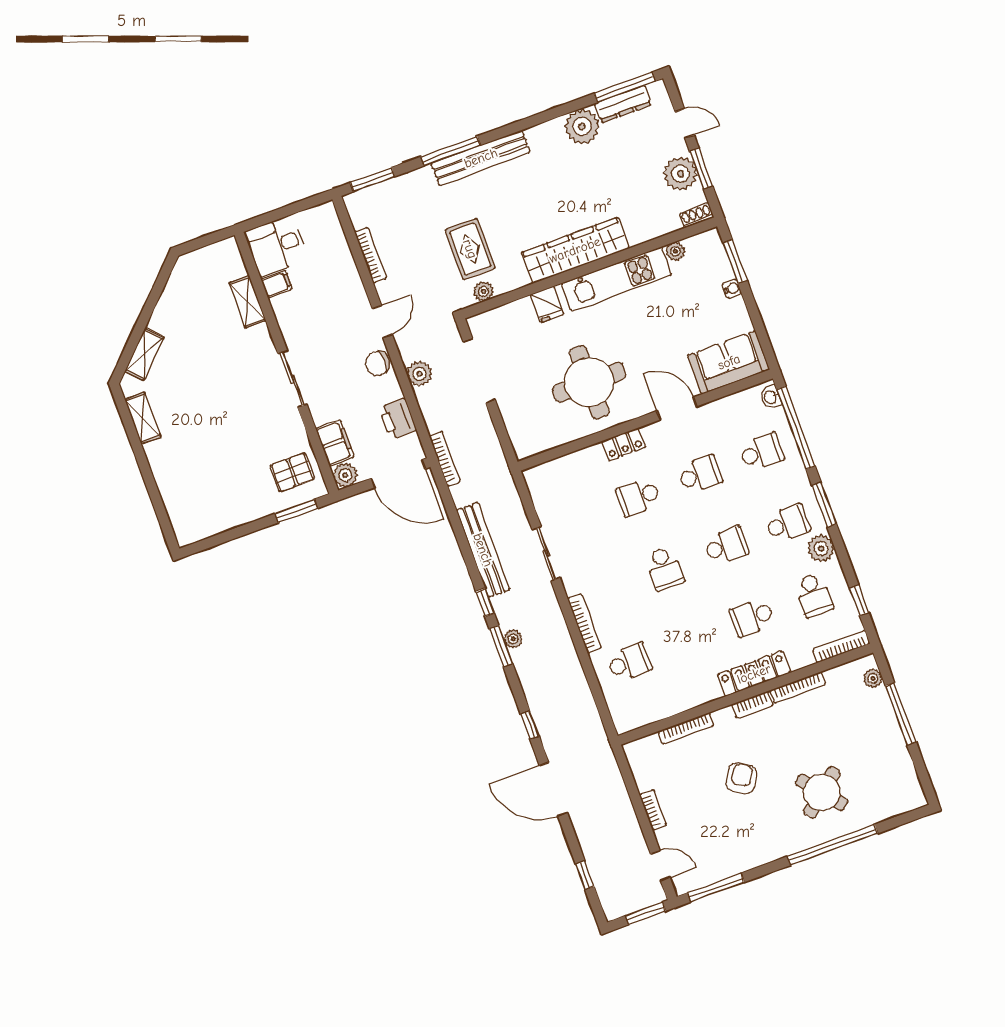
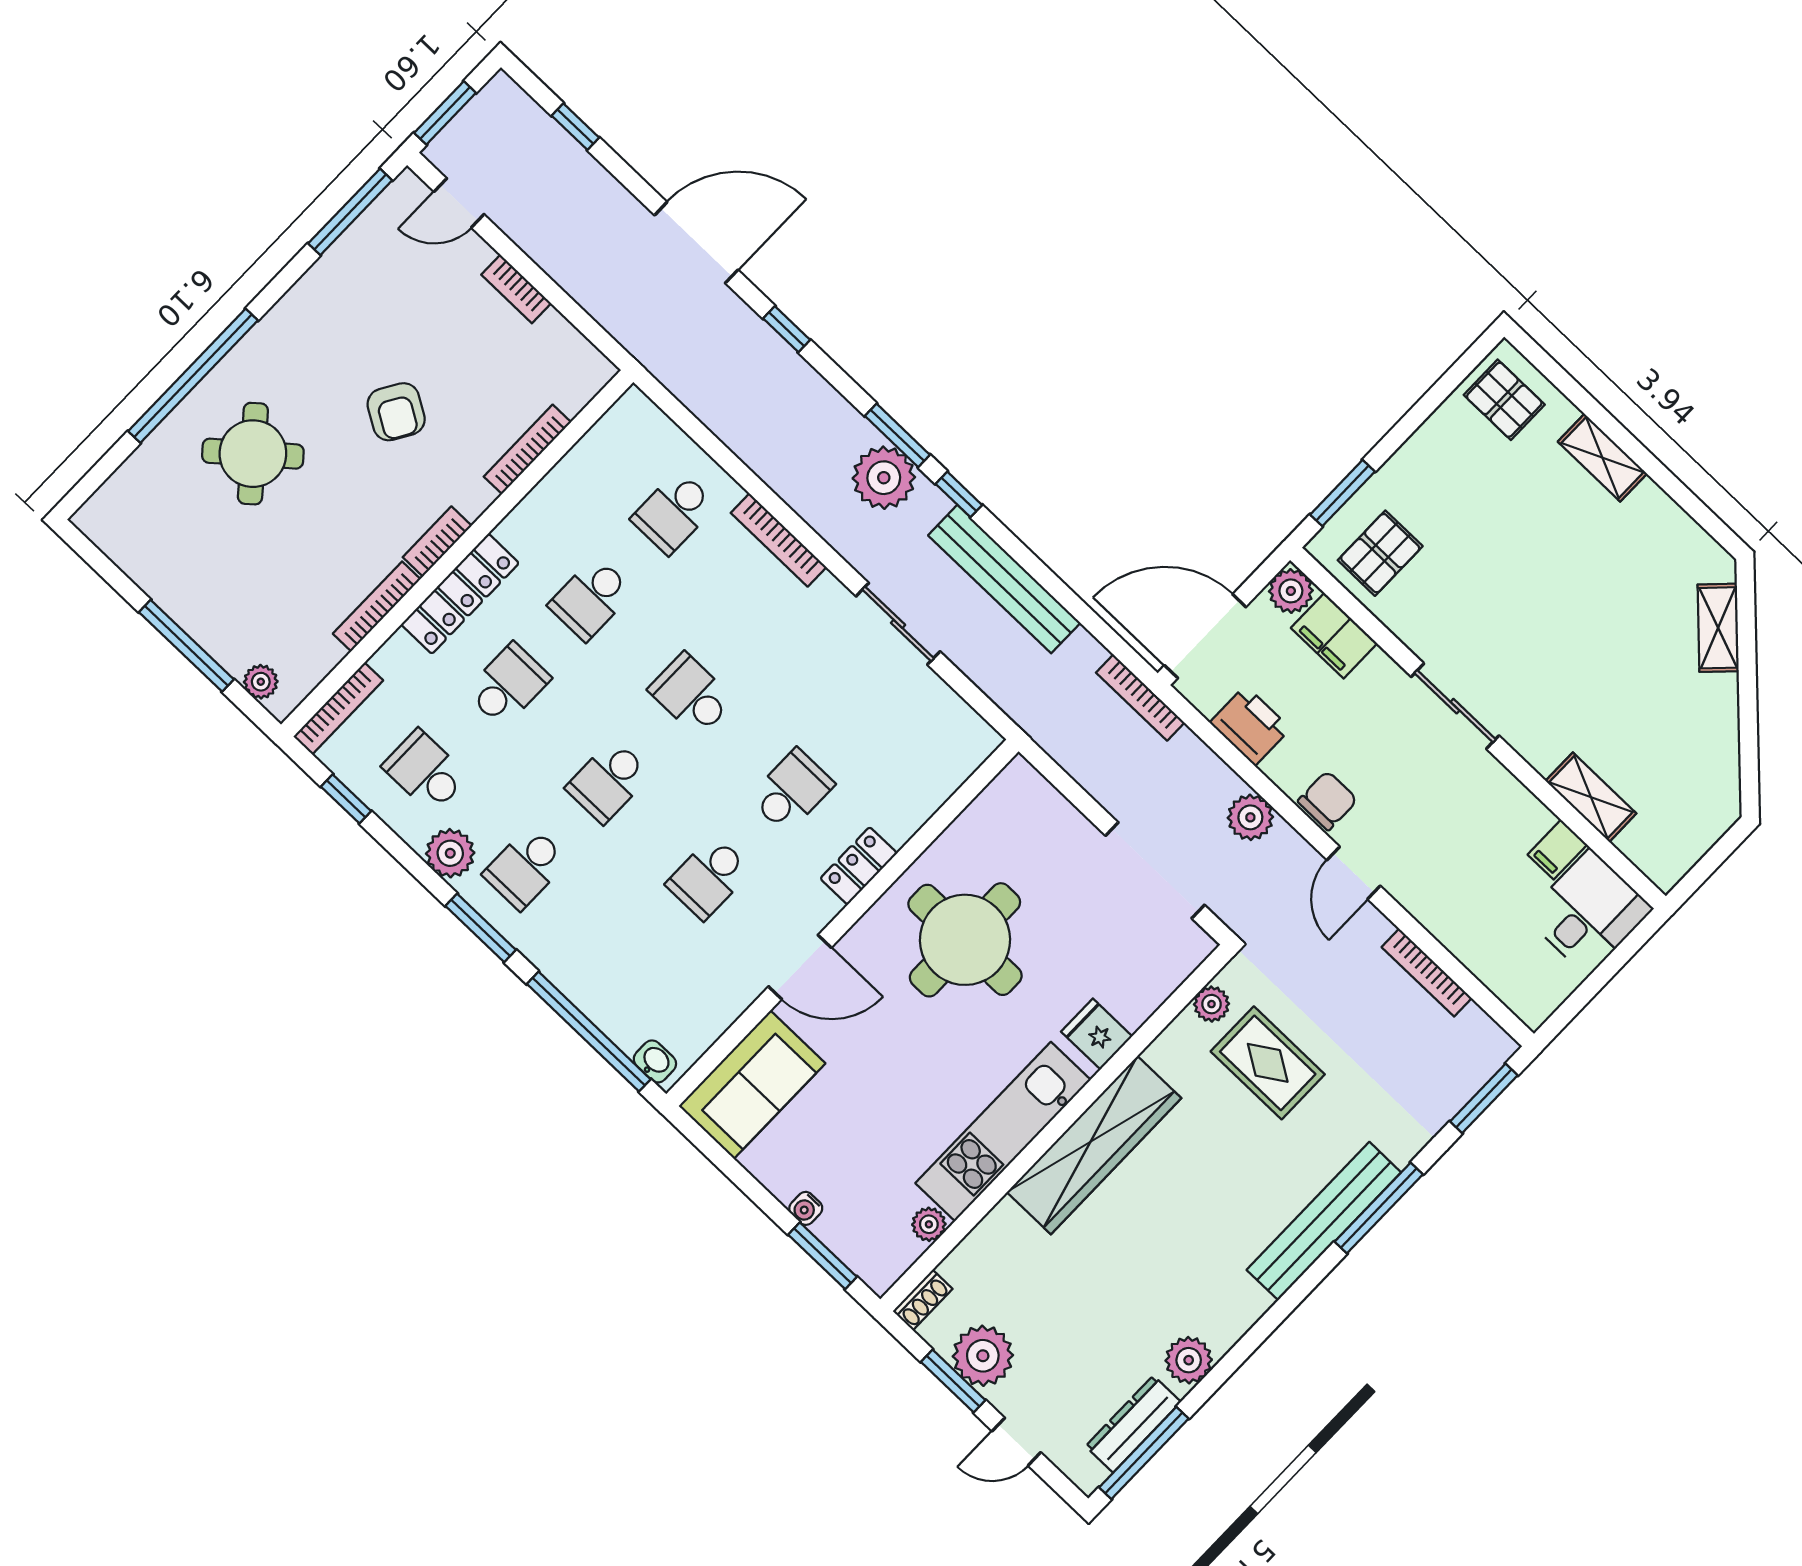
plant: (582, 126) -> (1189, 1360), width x0.73, depth x0.73
shelving: (143, 418) -> (1602, 458), moved
school desk: (761, 452) -> (591, 599), moved
pallet: (194, 518) -> (1504, 400), added
plant: (513, 639) -> (884, 478), width x1.88, depth x1.88

